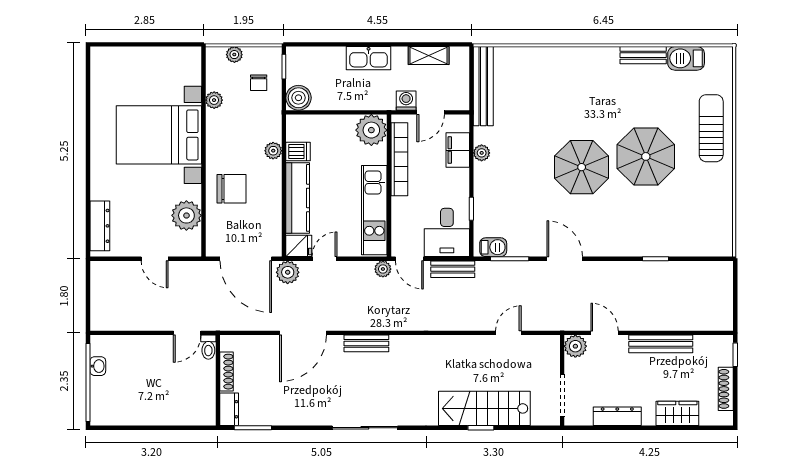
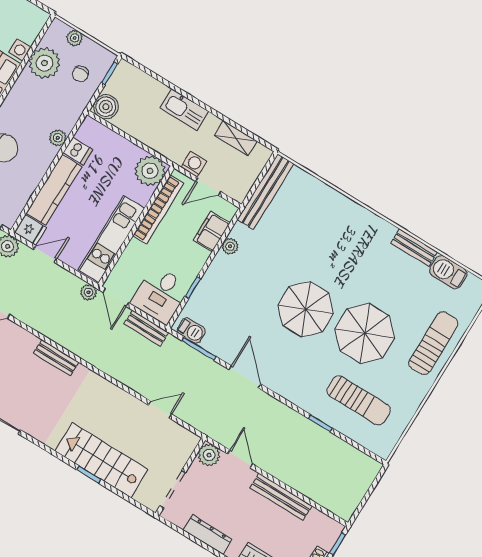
plant: (214, 100) -> (44, 63), width x1.88, depth x1.88
sun lounger: (677, 218) -> (359, 400), added
bench: (366, 343) -> (56, 358), moved

